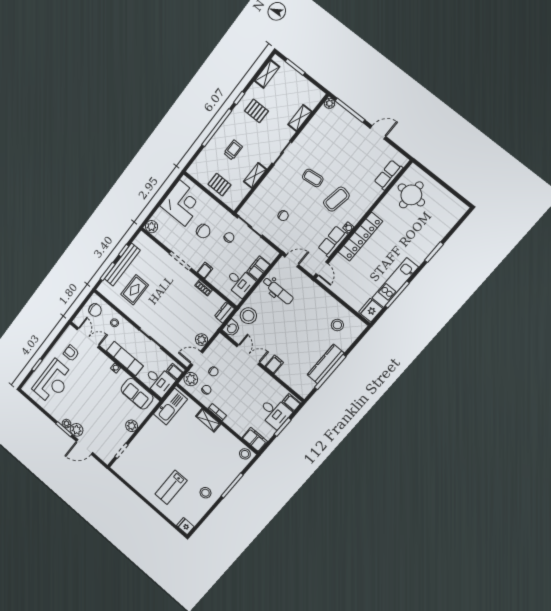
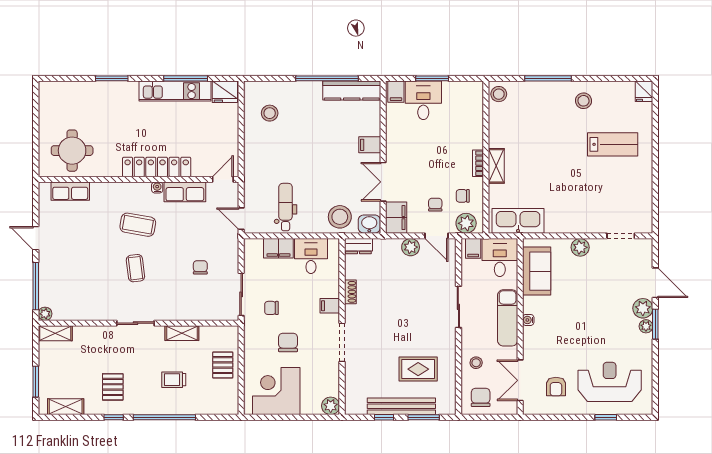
shelving: (300, 118) -> (55, 333), moved
kitchen counter: (326, 364) -> (352, 91), moved
filing cabinet: (255, 440) -> (396, 218), moved, turned 180

